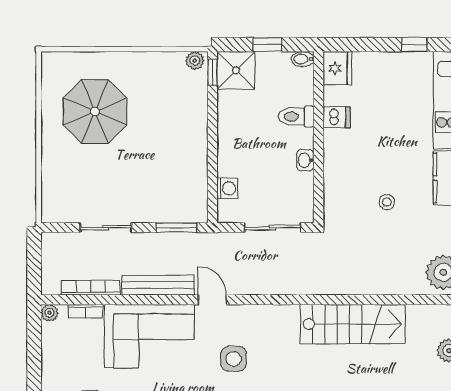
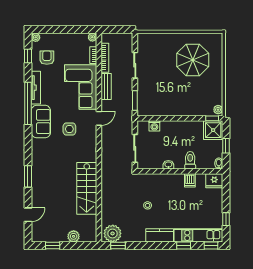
bench: (158, 285) -> (106, 87), width x0.73

